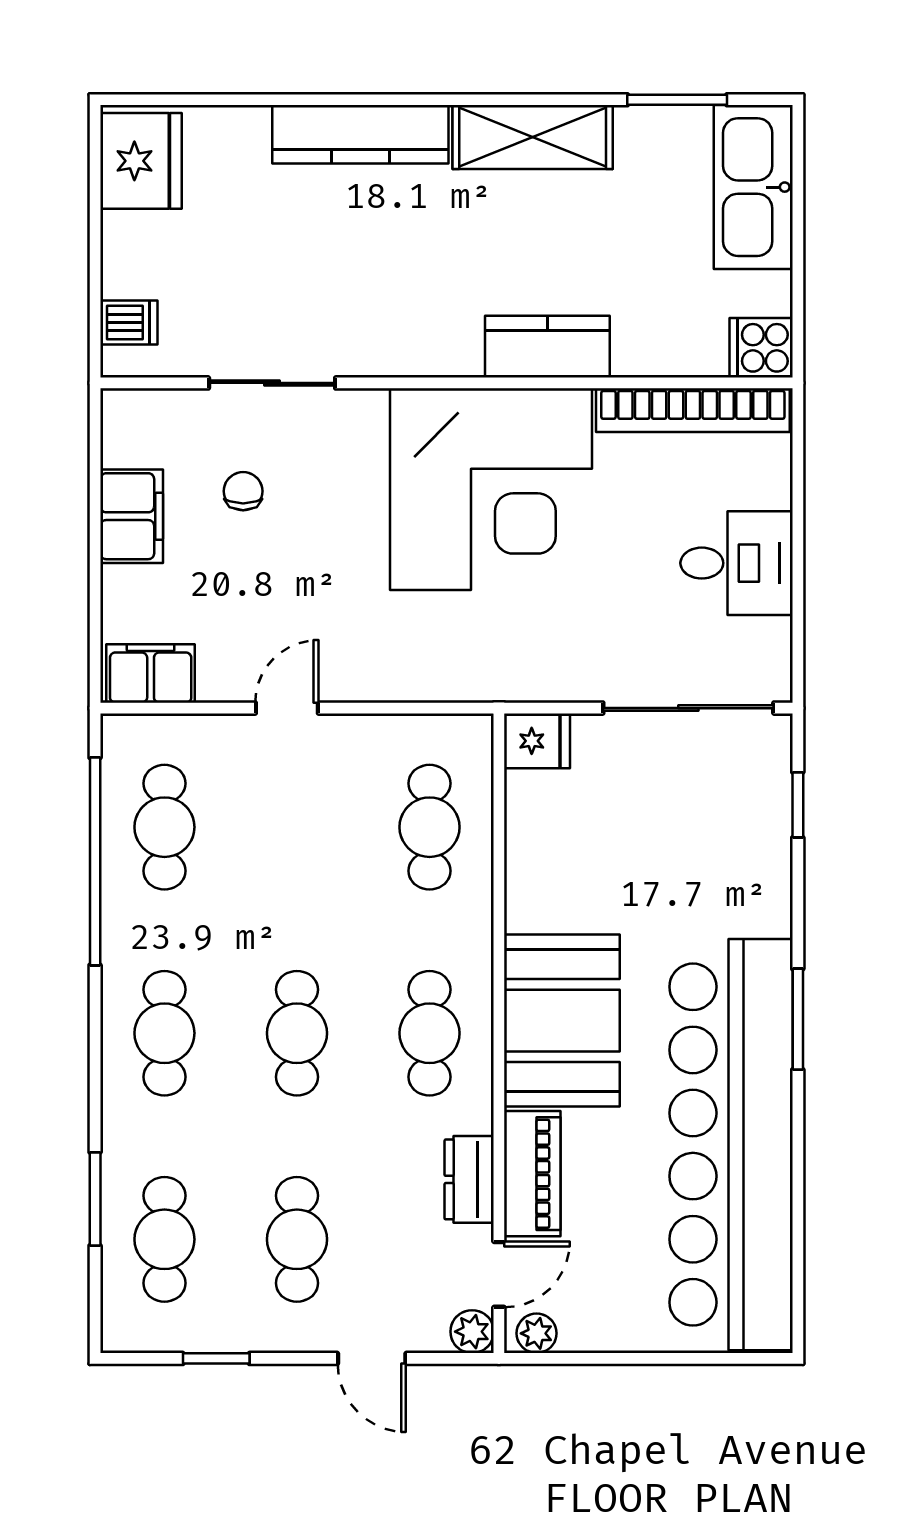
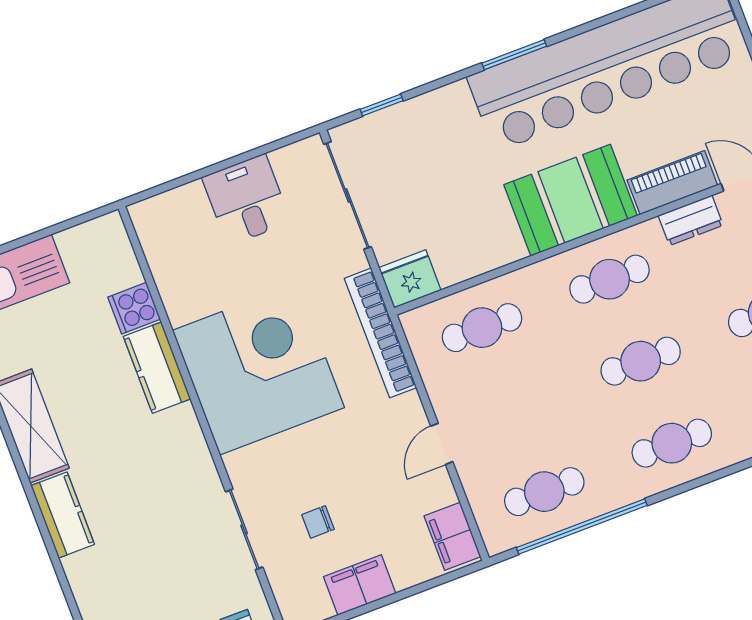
kitchen counter: (360, 134) -> (63, 515), width x0.67
cooker: (761, 348) -> (134, 308), moved, turned 90
bookcase: (693, 410) -> (380, 333), moved, turned 180
door: (287, 708) -> (442, 444), hinge flipped
fridge: (537, 741) -> (410, 279), width x1.38

